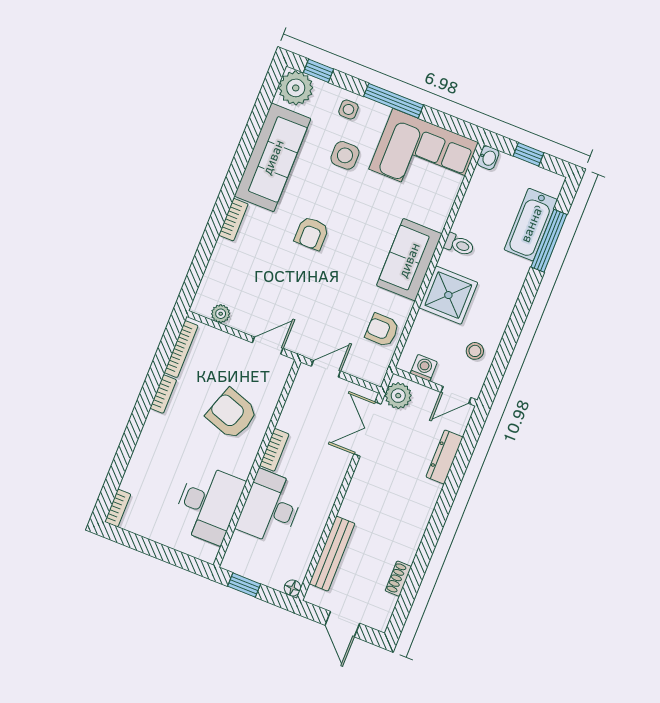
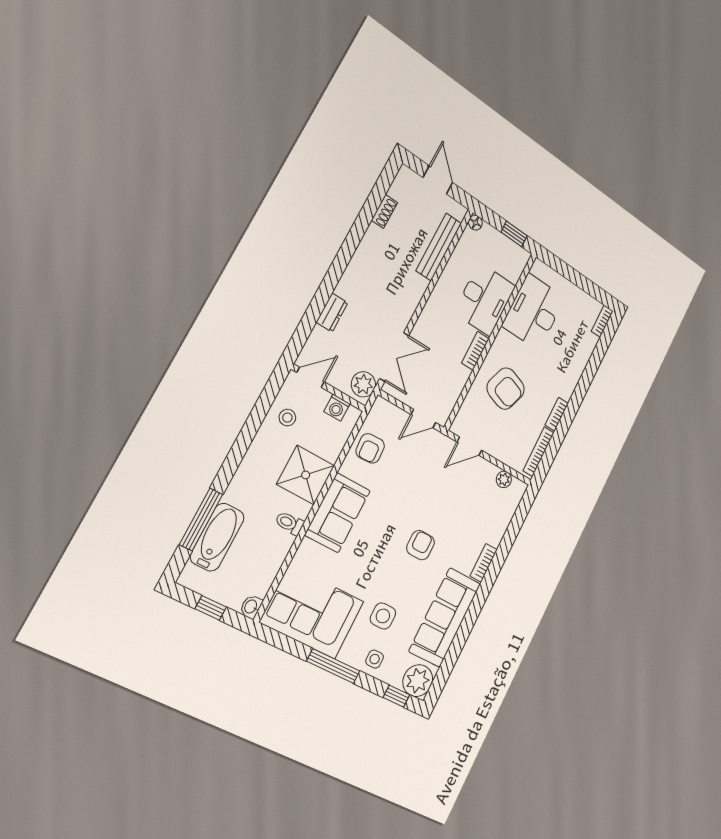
armchair: (382, 330) -> (370, 448), turned 86
dresser: (444, 457) -> (332, 313), width x0.70

